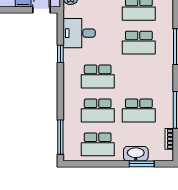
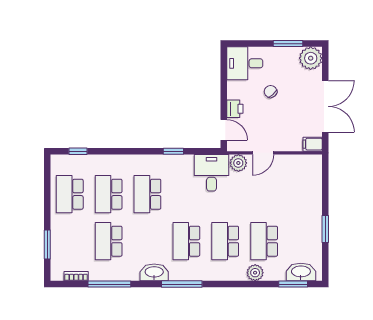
desk: (79, 33) -> (212, 173), moved
window: (60, 137) -> (78, 151), width x0.46
washbasin: (136, 154) -> (154, 272), moved, turned -90

